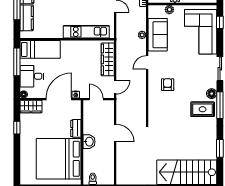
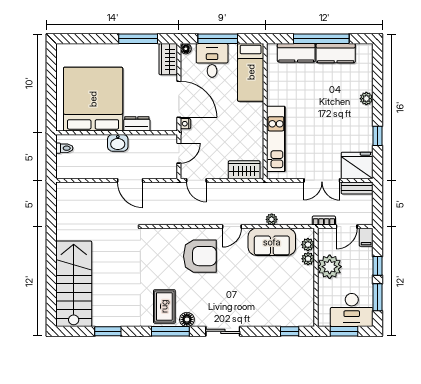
plant: (160, 10) -> (308, 245), added
corner sofa: (201, 32) -> (276, 304), removed
wardrobe: (108, 59) -> (244, 170), width x0.67
window: (17, 62) -> (218, 39), moved
door: (147, 62) -> (232, 227), swing flipped
armchair: (168, 85) -> (200, 256), width x1.88, depth x1.88
window: (17, 128) -> (138, 39), width x2.17
door: (115, 133) -> (130, 180), hinge flipped

